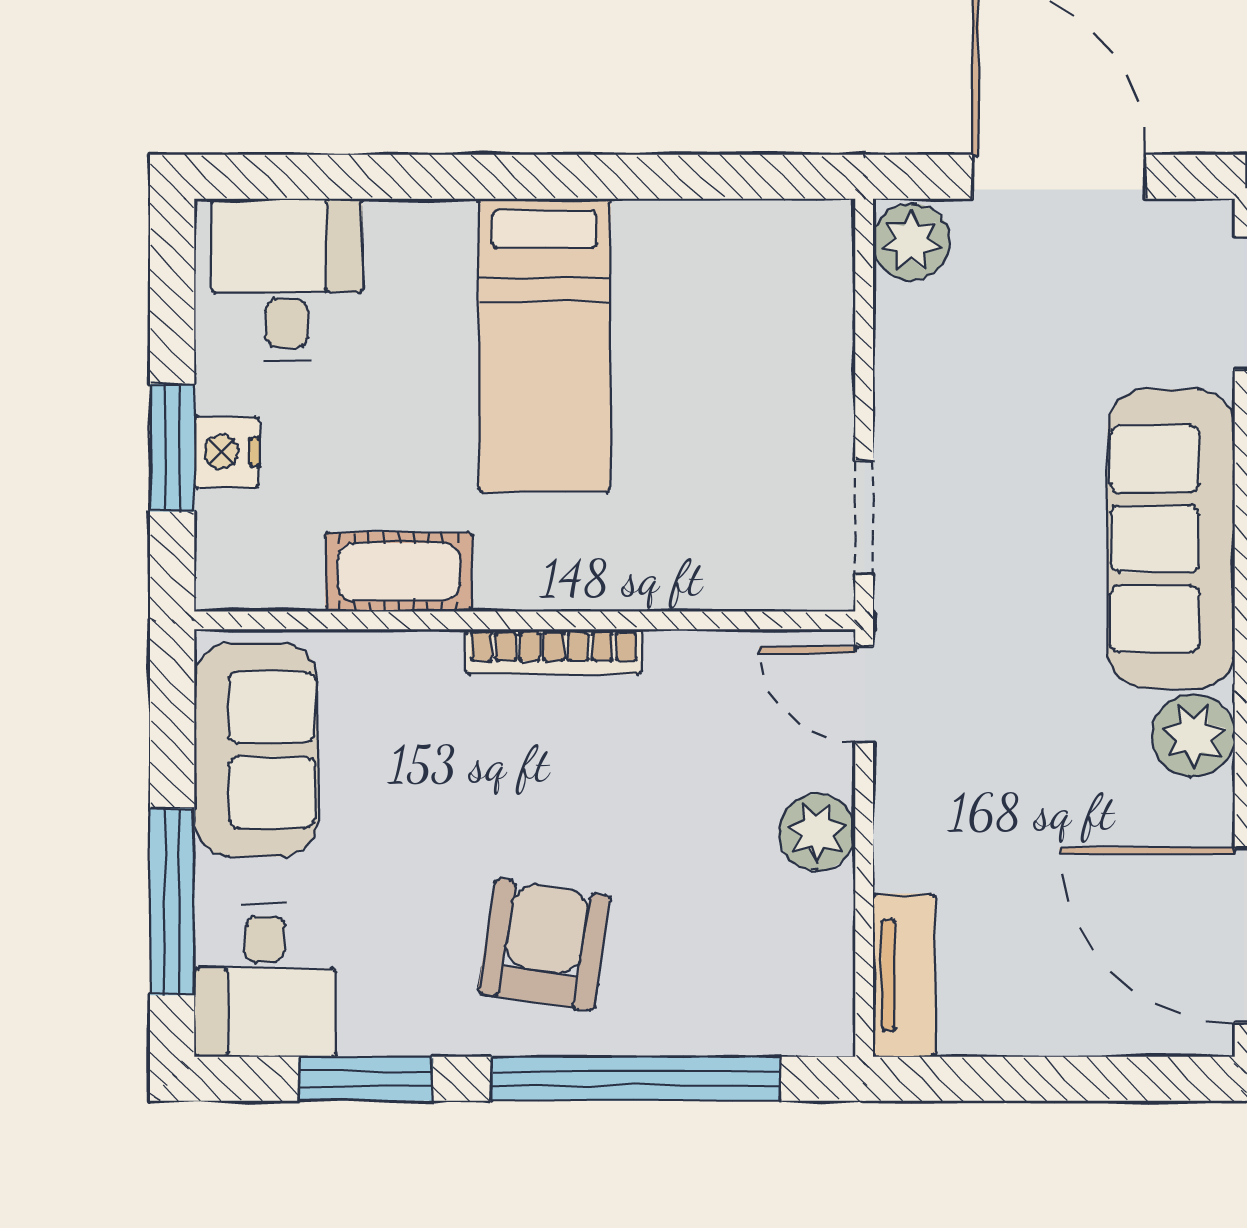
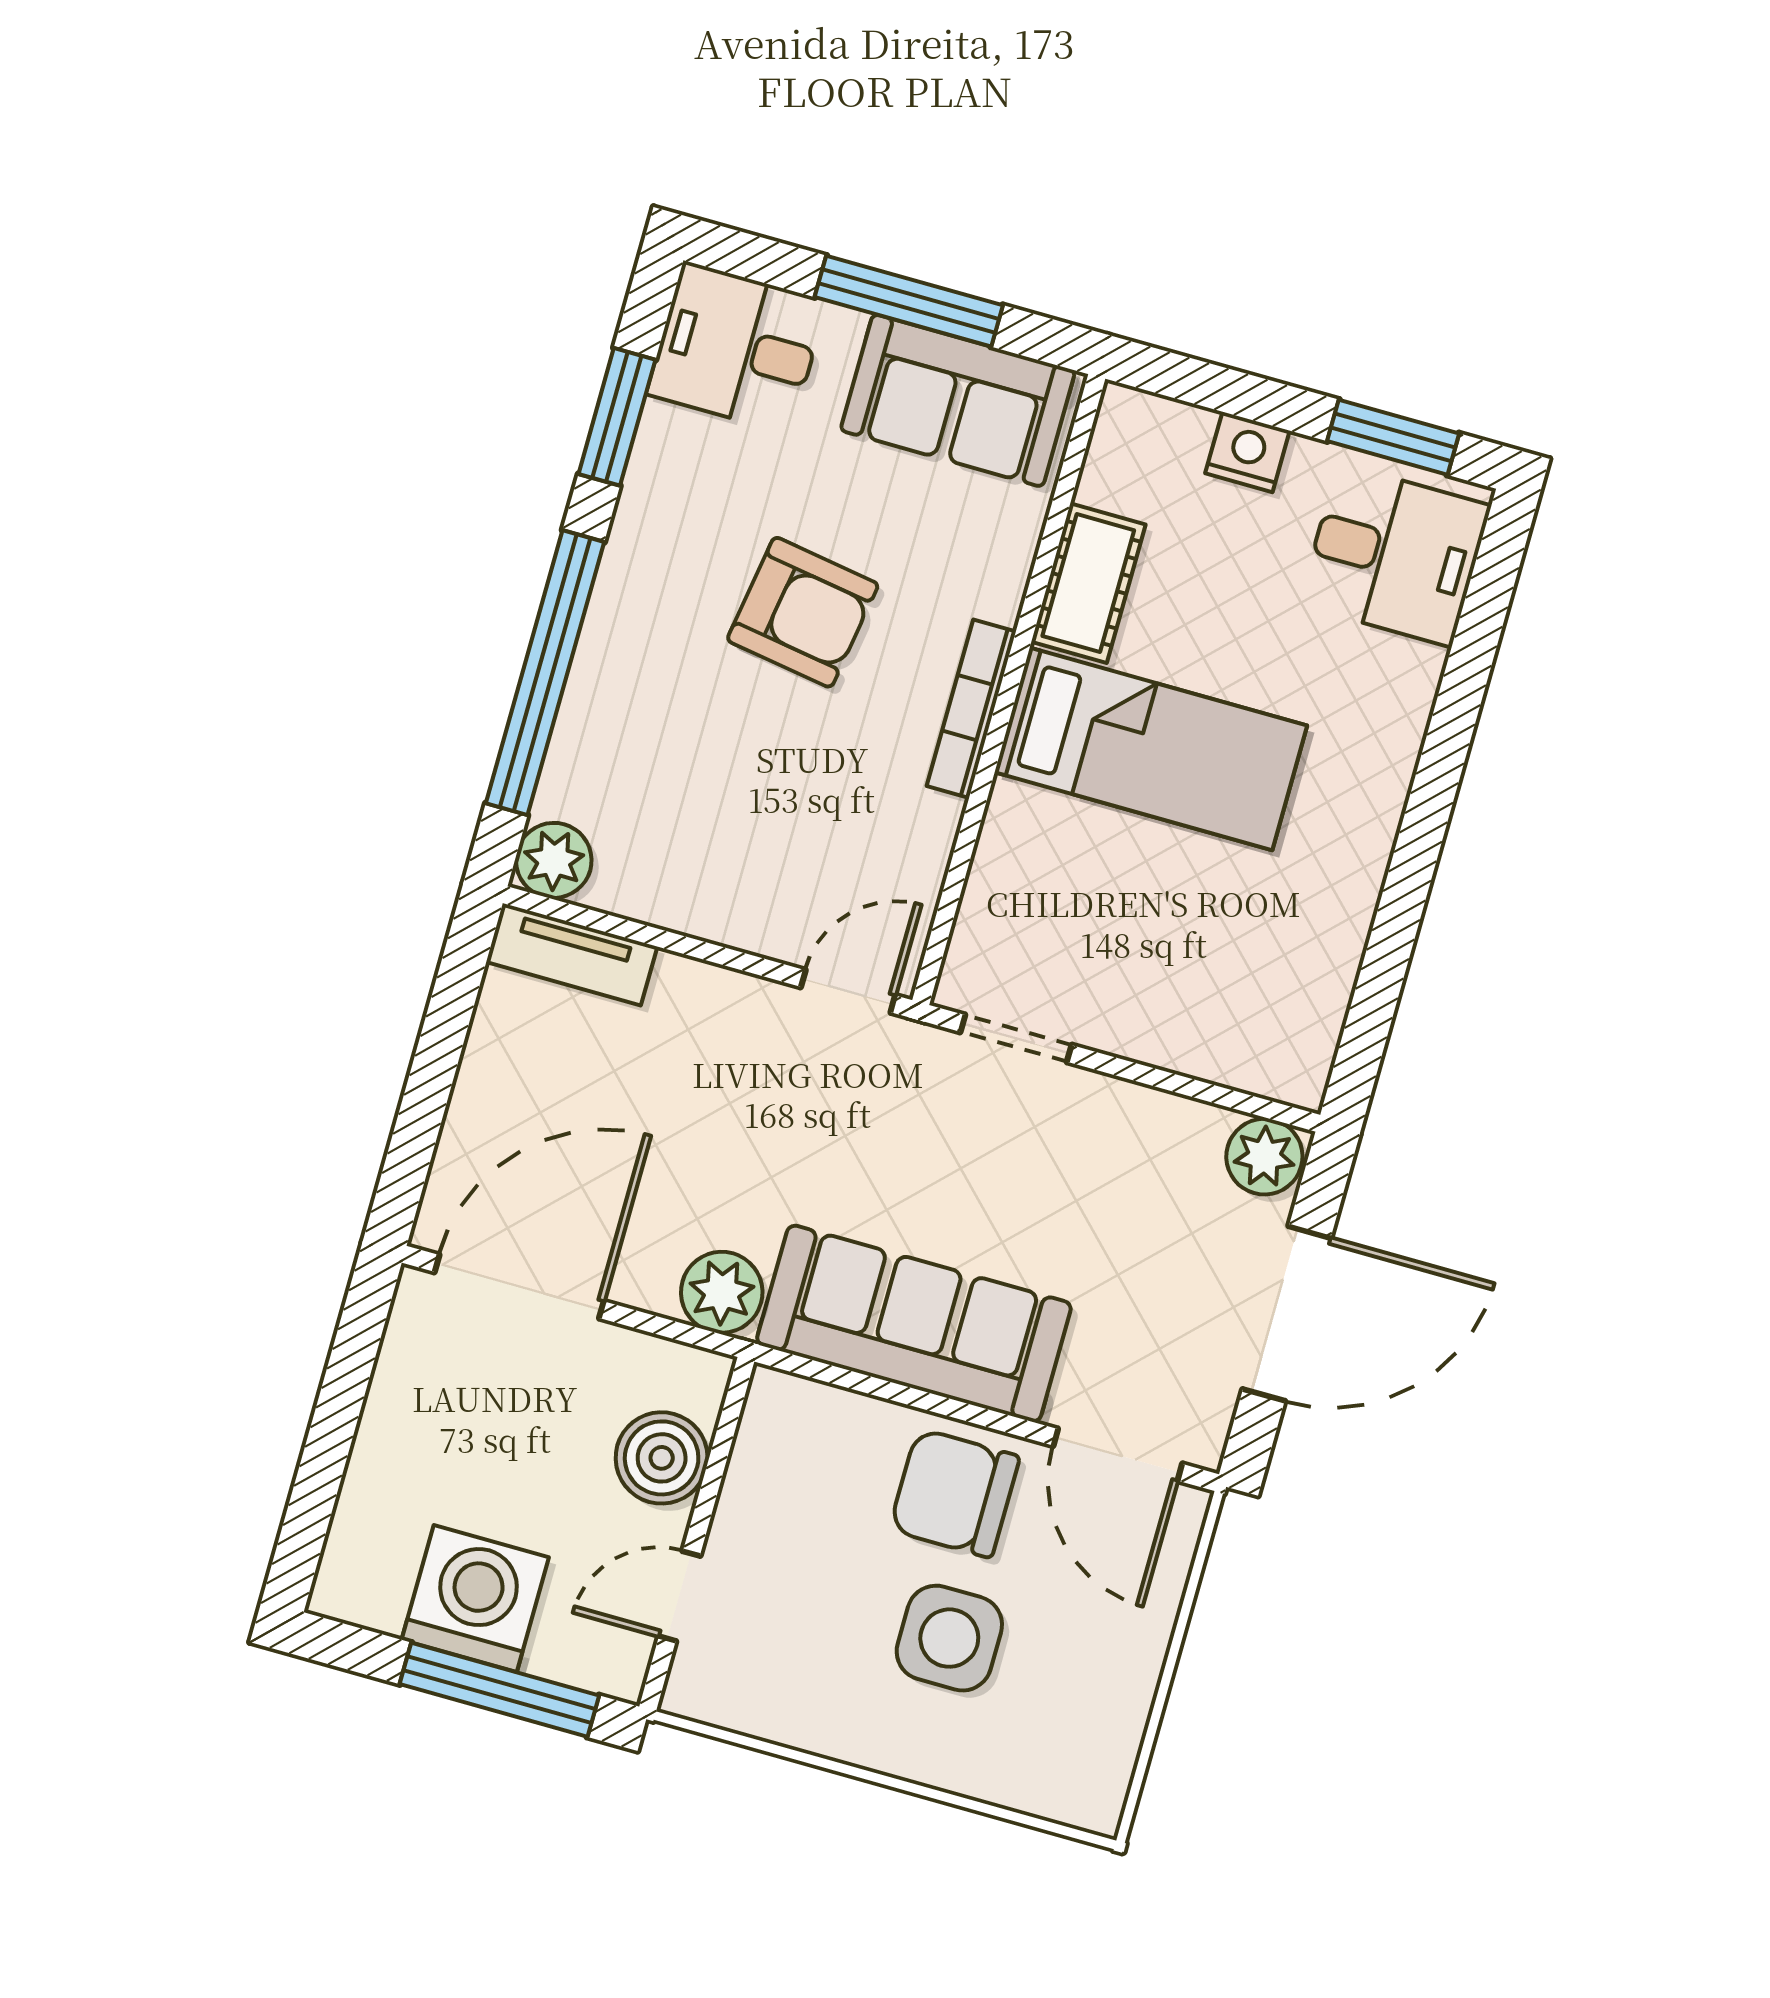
bed: (545, 345) -> (1151, 749), moved, turned 180
window: (172, 448) -> (1393, 437), moved
plant: (817, 832) -> (554, 860), moved
window: (172, 902) -> (909, 301), moved
armchair: (544, 945) -> (803, 612), moved

